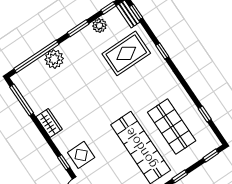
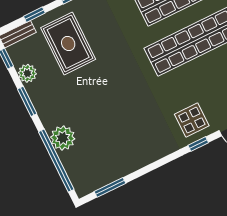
window: (136, 12) -> (34, 15), moved
window: (22, 100) -> (110, 187), width x0.69
wardrobe: (49, 123) -> (145, 156), removed

